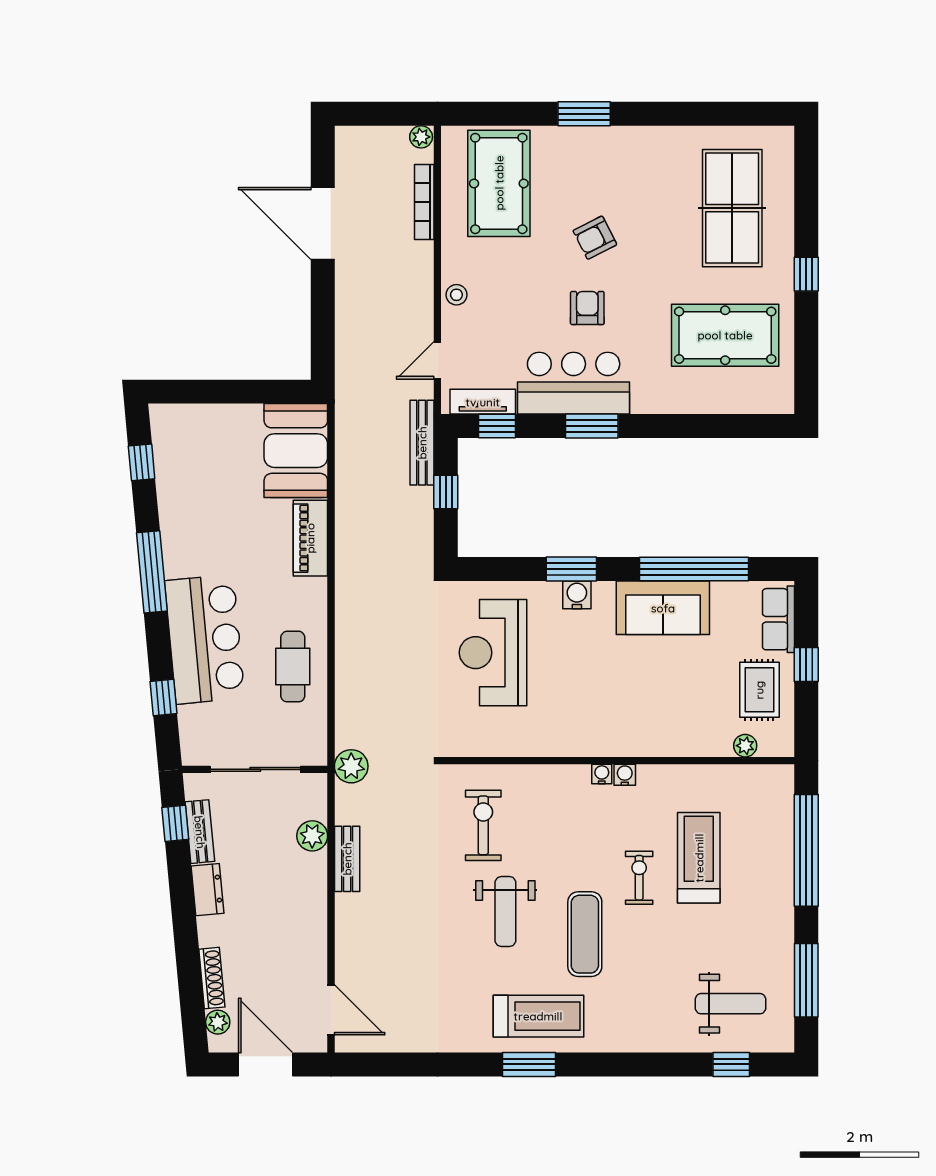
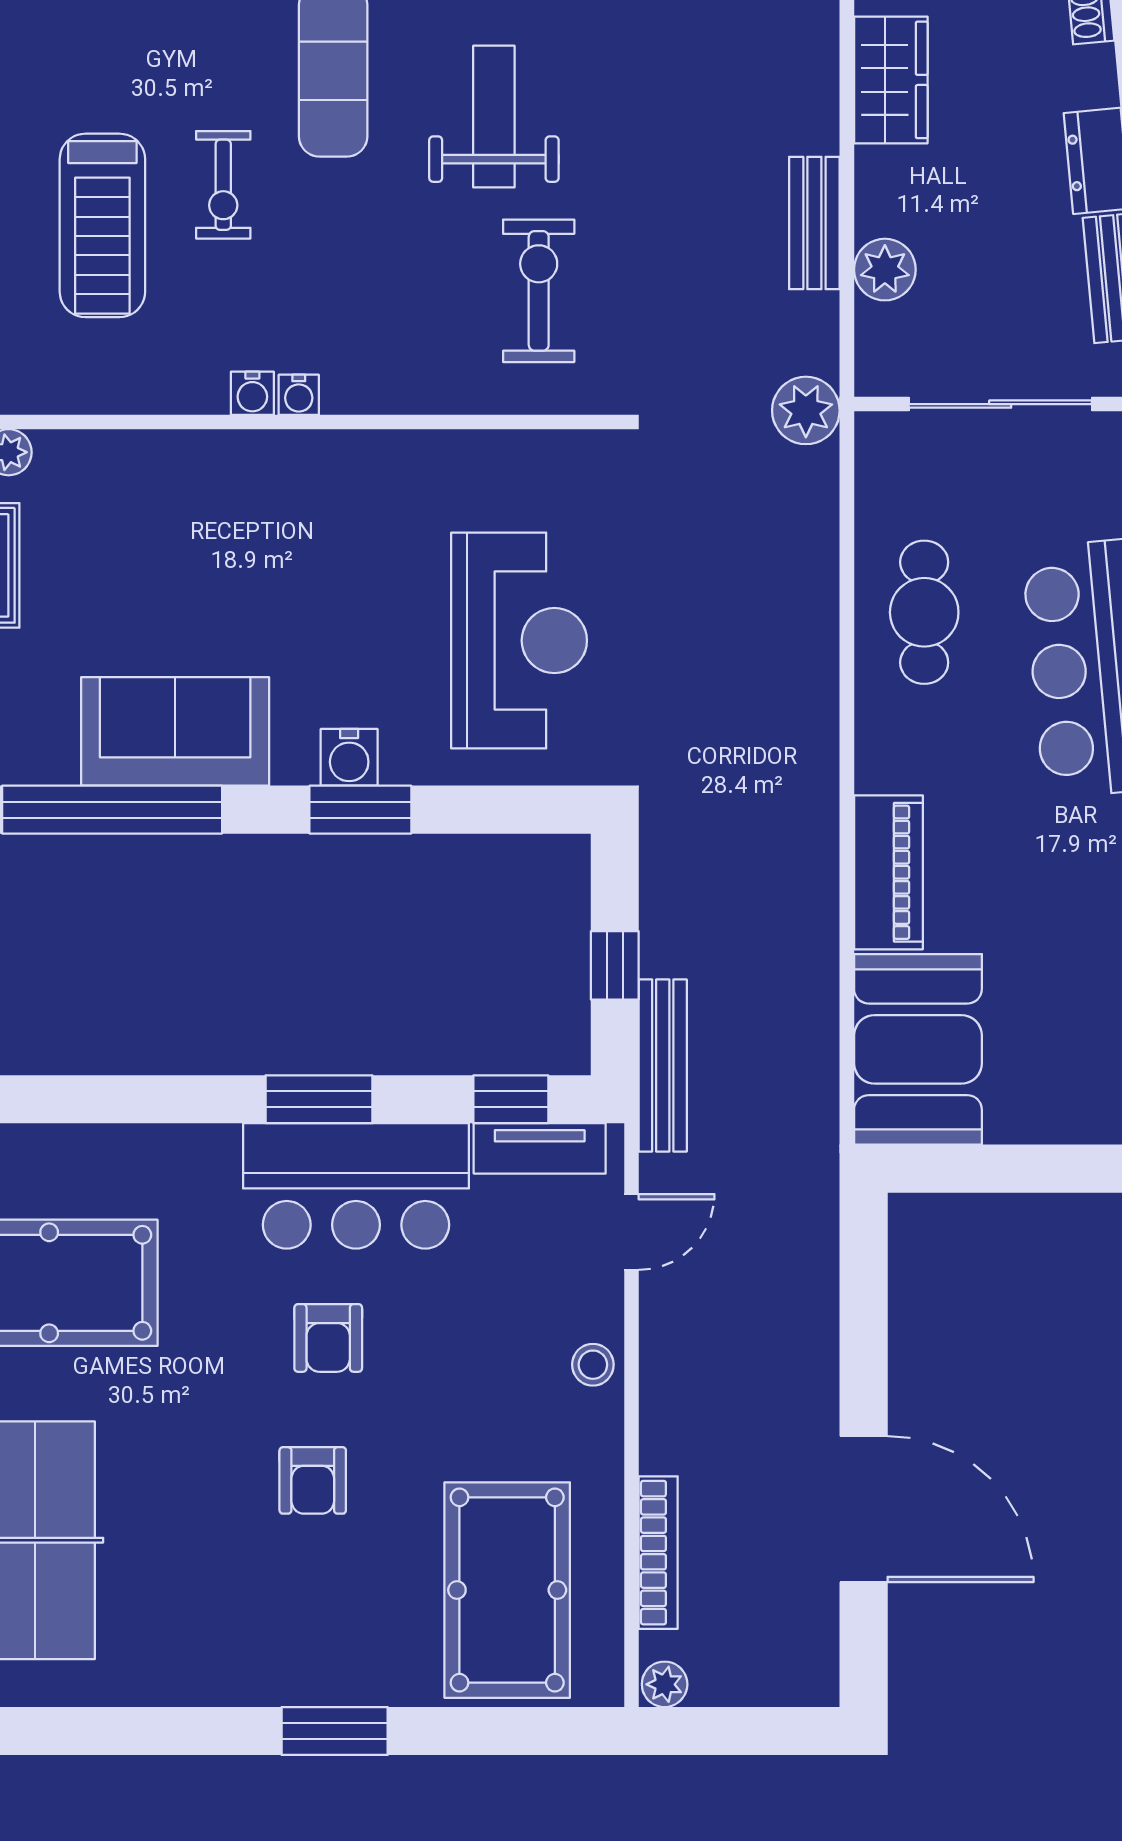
armchair: (595, 238) -> (313, 1480), turned 117
exercise bike: (483, 825) -> (539, 291), turned 180
wardrobe: (309, 930) -> (891, 80), added

